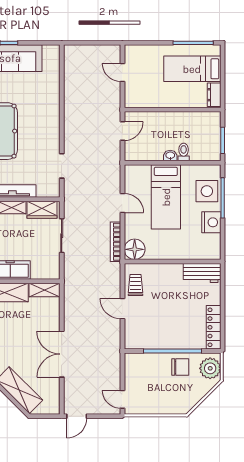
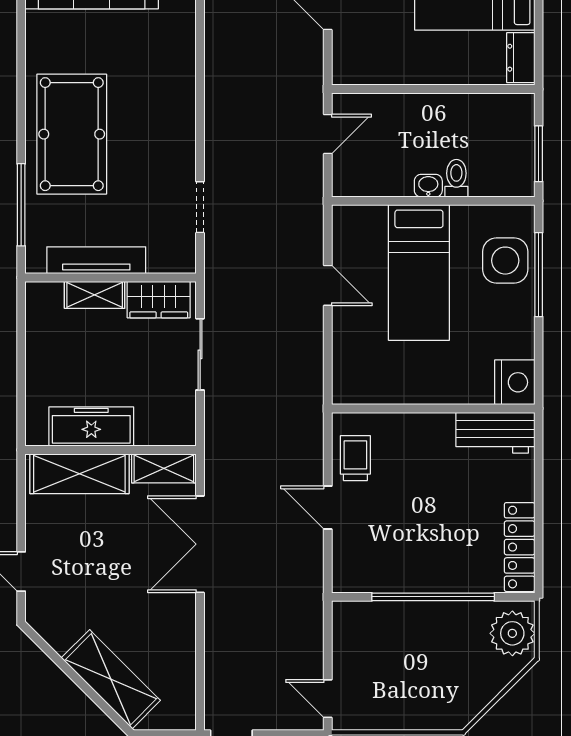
nightstand: (211, 222) -> (515, 382), moved
bookcase: (116, 242) -> (313, 367), removed
floor lamp: (135, 249) -> (353, 383), removed
double door: (62, 354) -> (200, 544), moved
chair: (180, 367) -> (449, 631), removed

